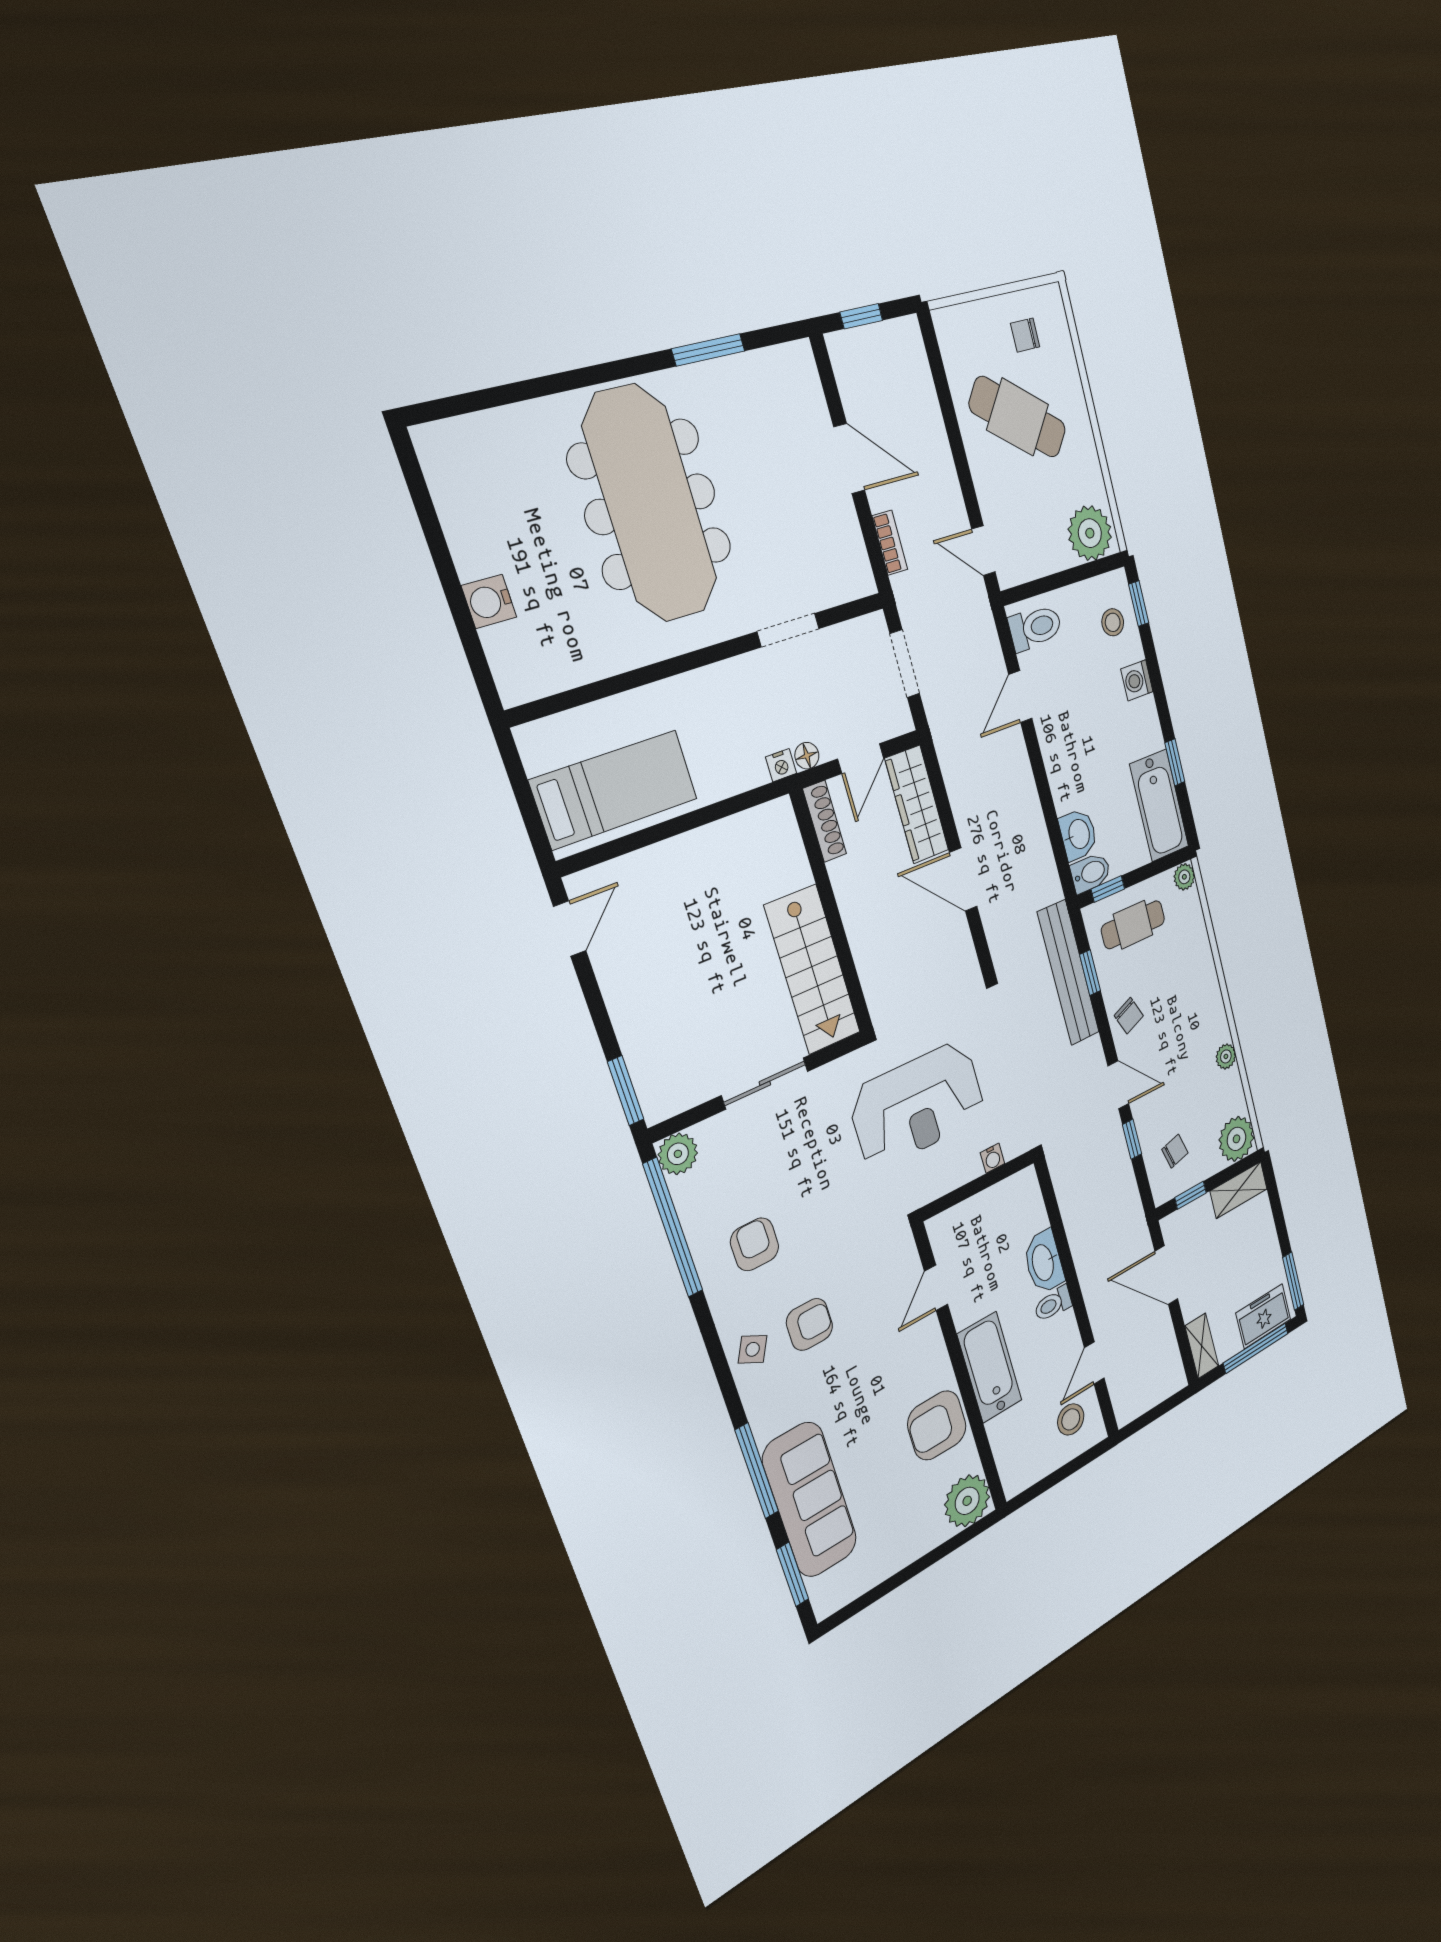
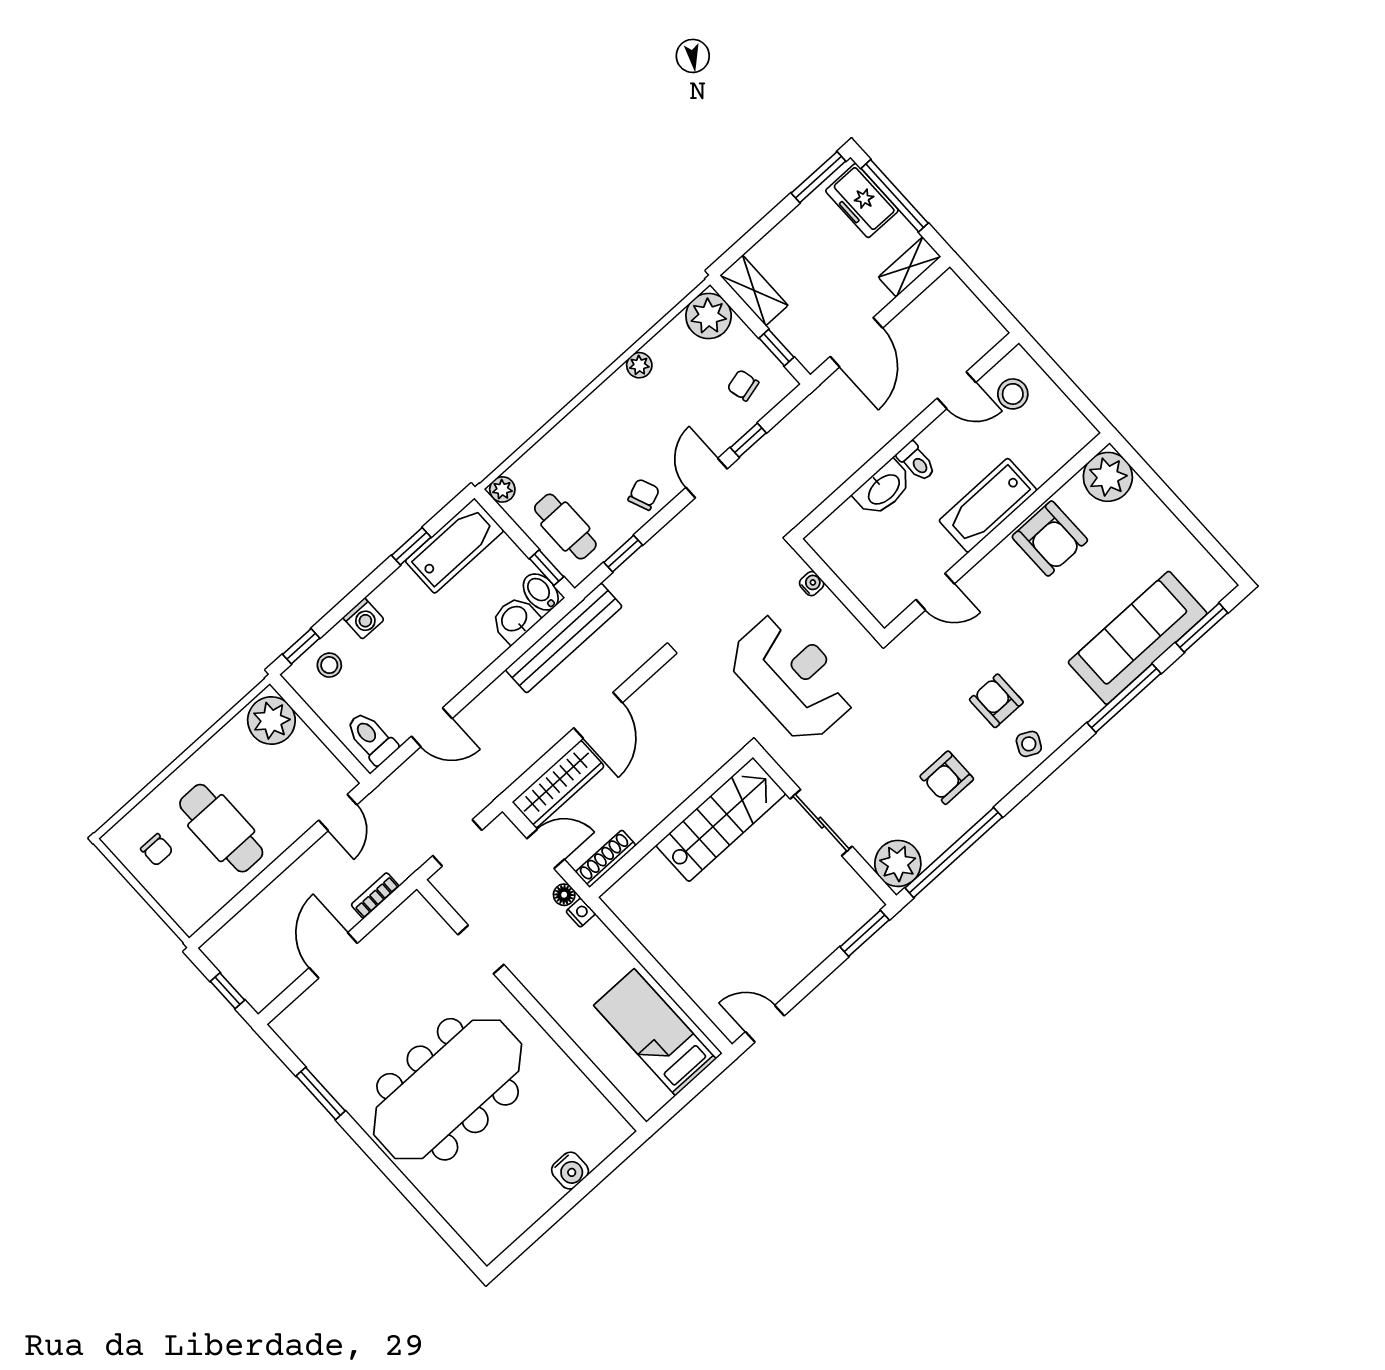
cafe table: (1018, 417) -> (221, 828), turned -37
bench: (1068, 973) -> (564, 638), moved
plant: (678, 1154) -> (898, 863), width x1.36, depth x1.36

